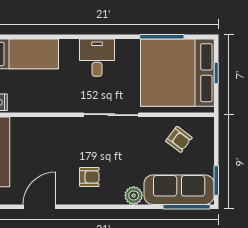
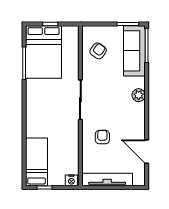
desk: (97, 58) -> (39, 110), removed
bed: (177, 73) -> (44, 52), width x0.73
armchair: (89, 177) -> (102, 137), moved
plant: (134, 195) -> (139, 95), moved

